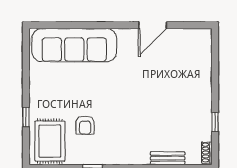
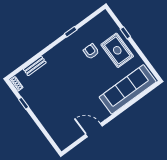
door: (153, 25) -> (94, 130), hinge flipped
rug: (50, 141) -> (117, 50), moved

